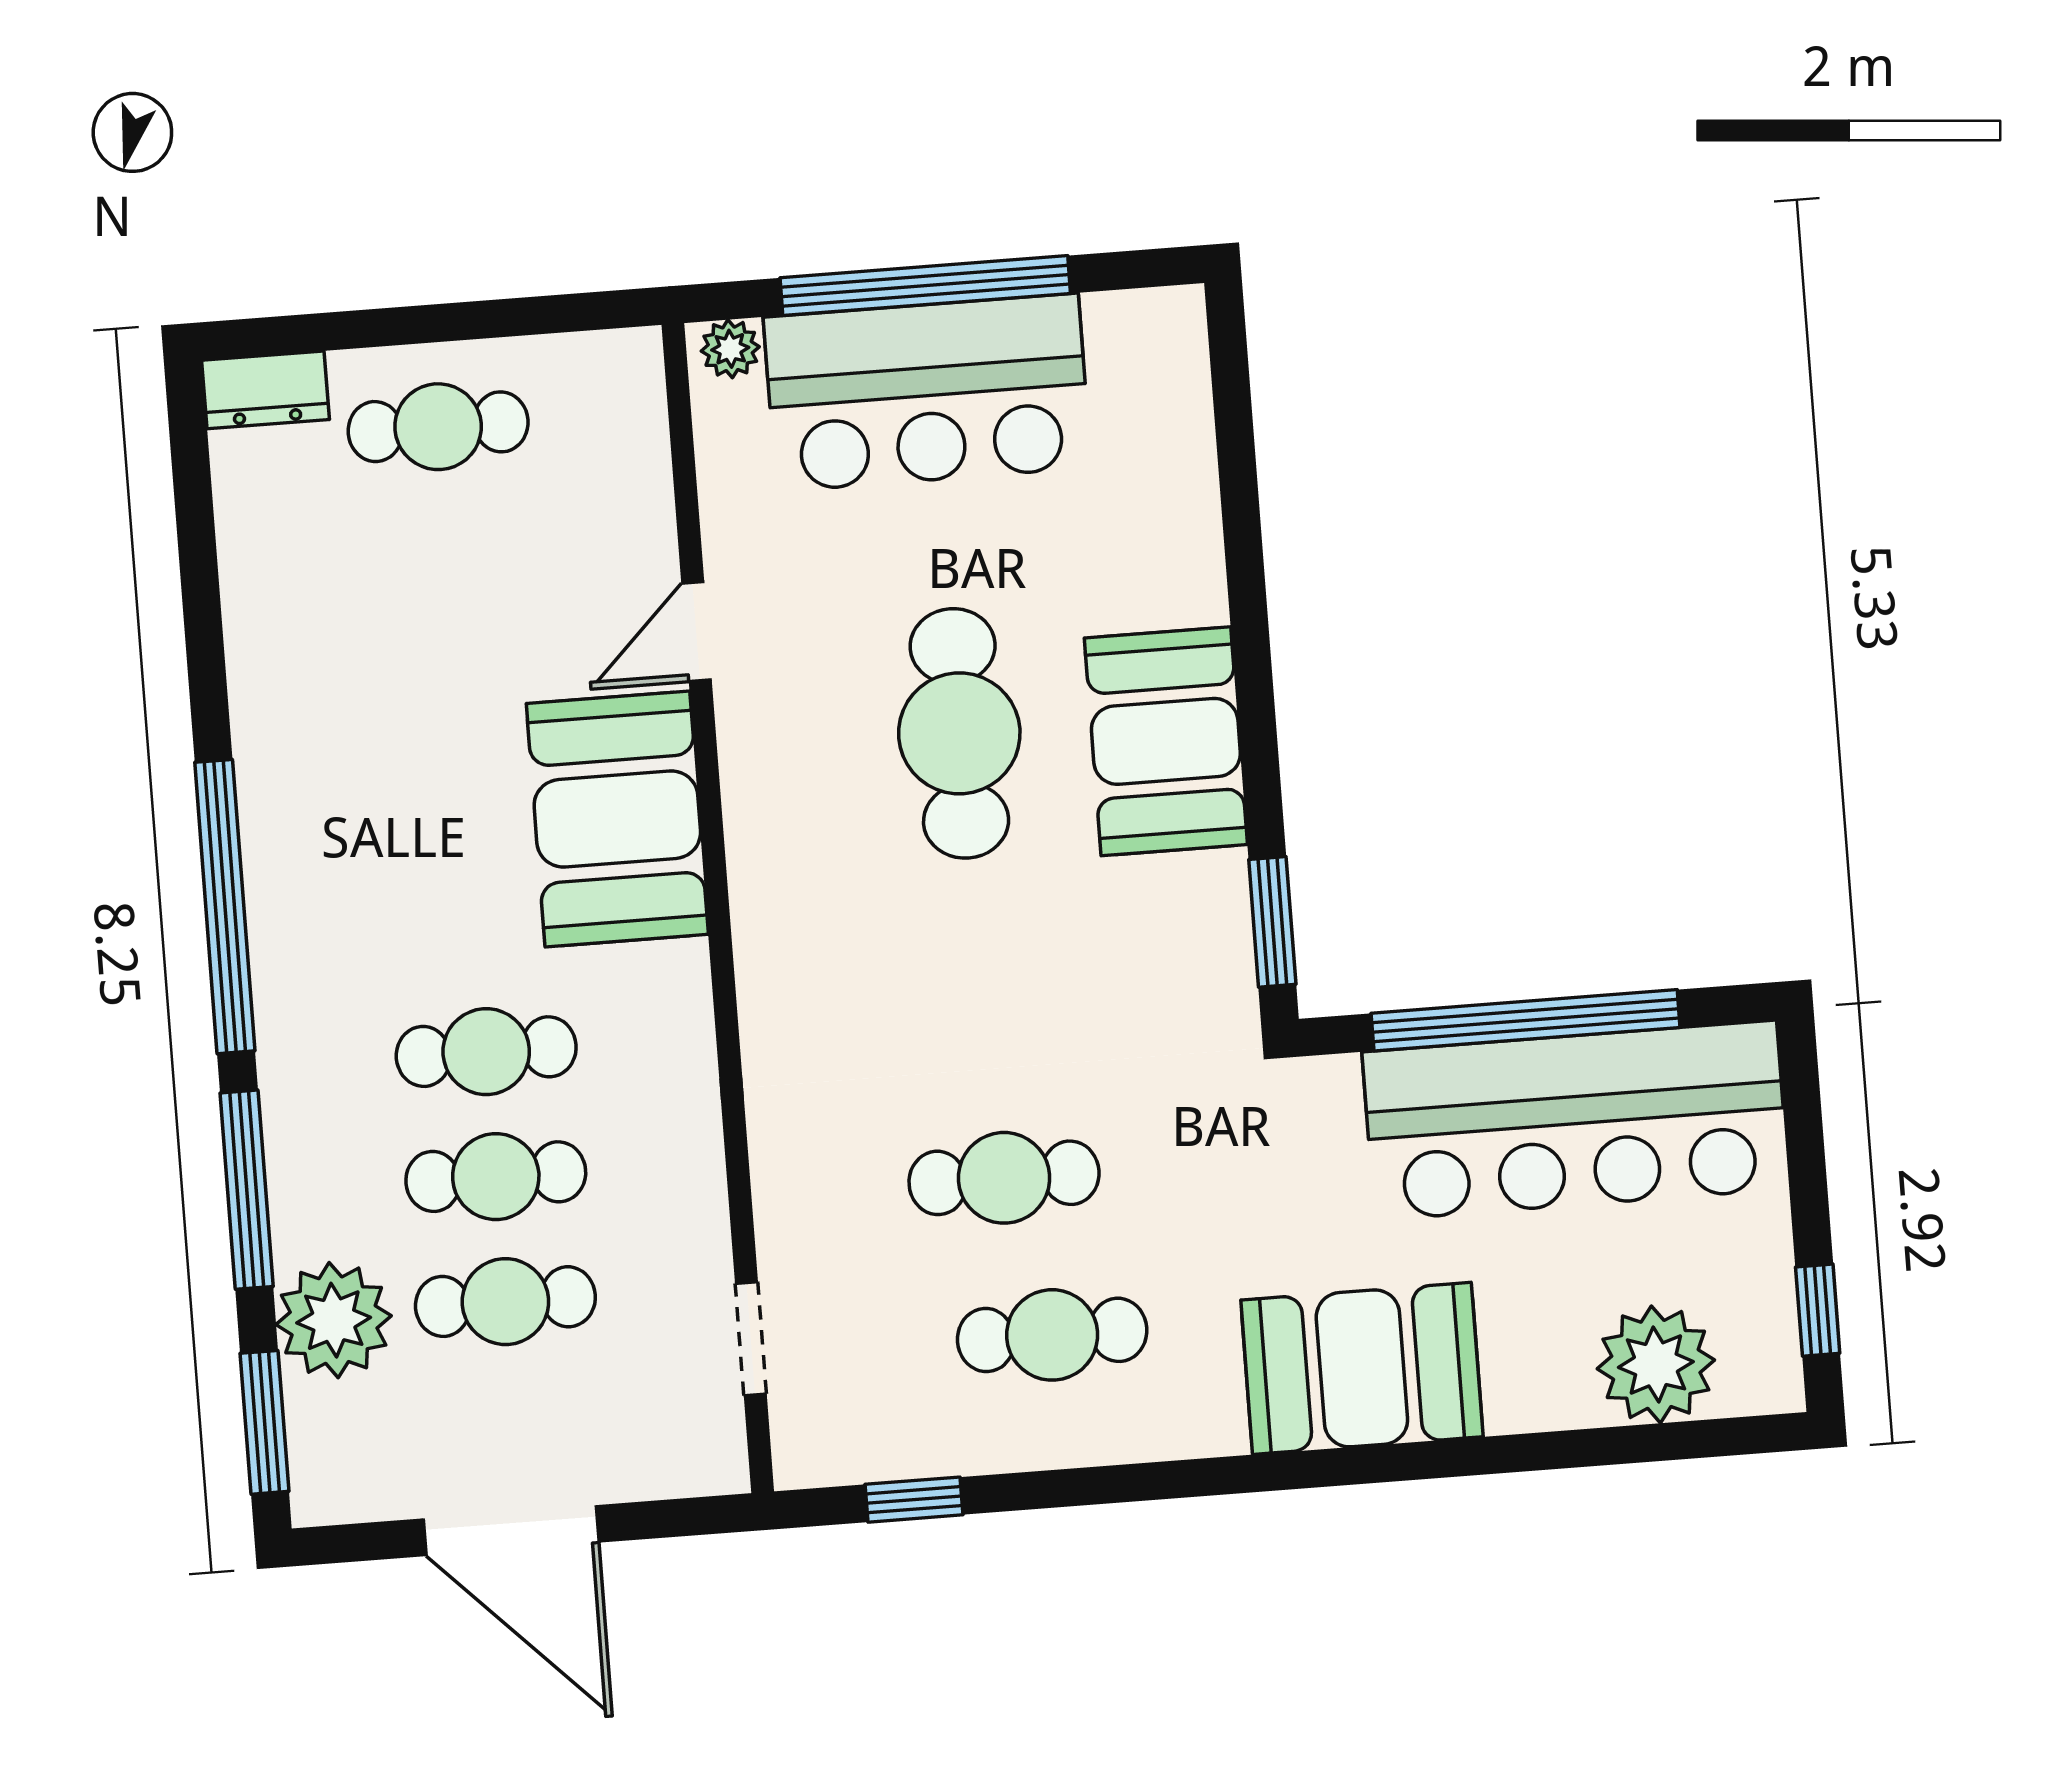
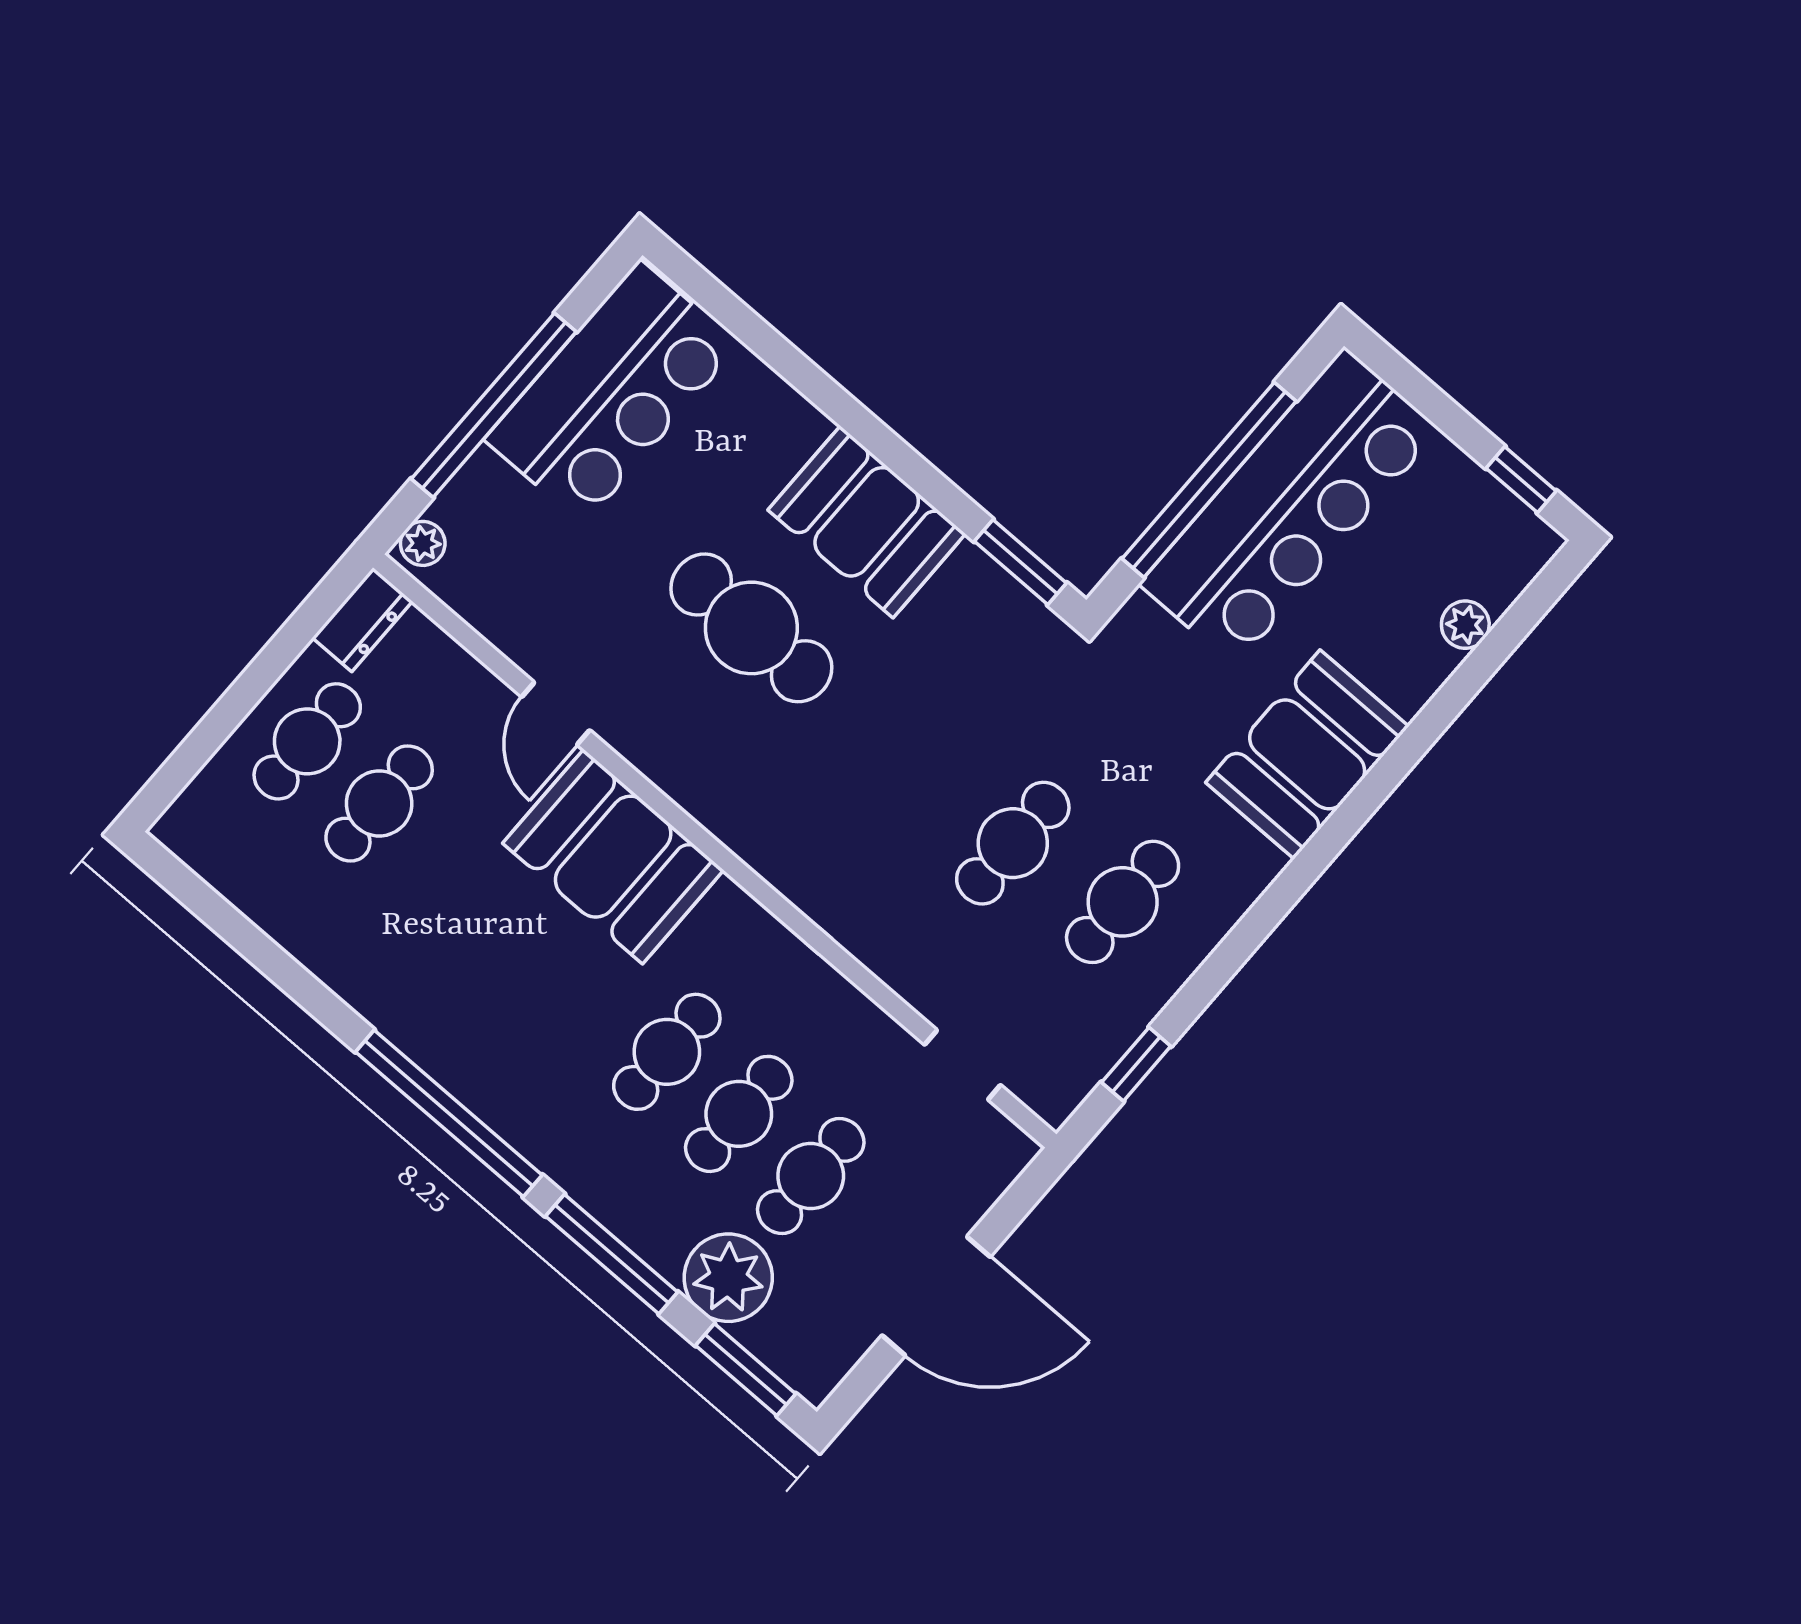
dresser: (265, 390) -> (362, 620), moved
bar counter: (927, 392) -> (612, 392), moved
cafe table: (448, 552) -> (379, 803), added
plant: (1656, 1364) -> (1465, 625), width x0.53, depth x0.53

